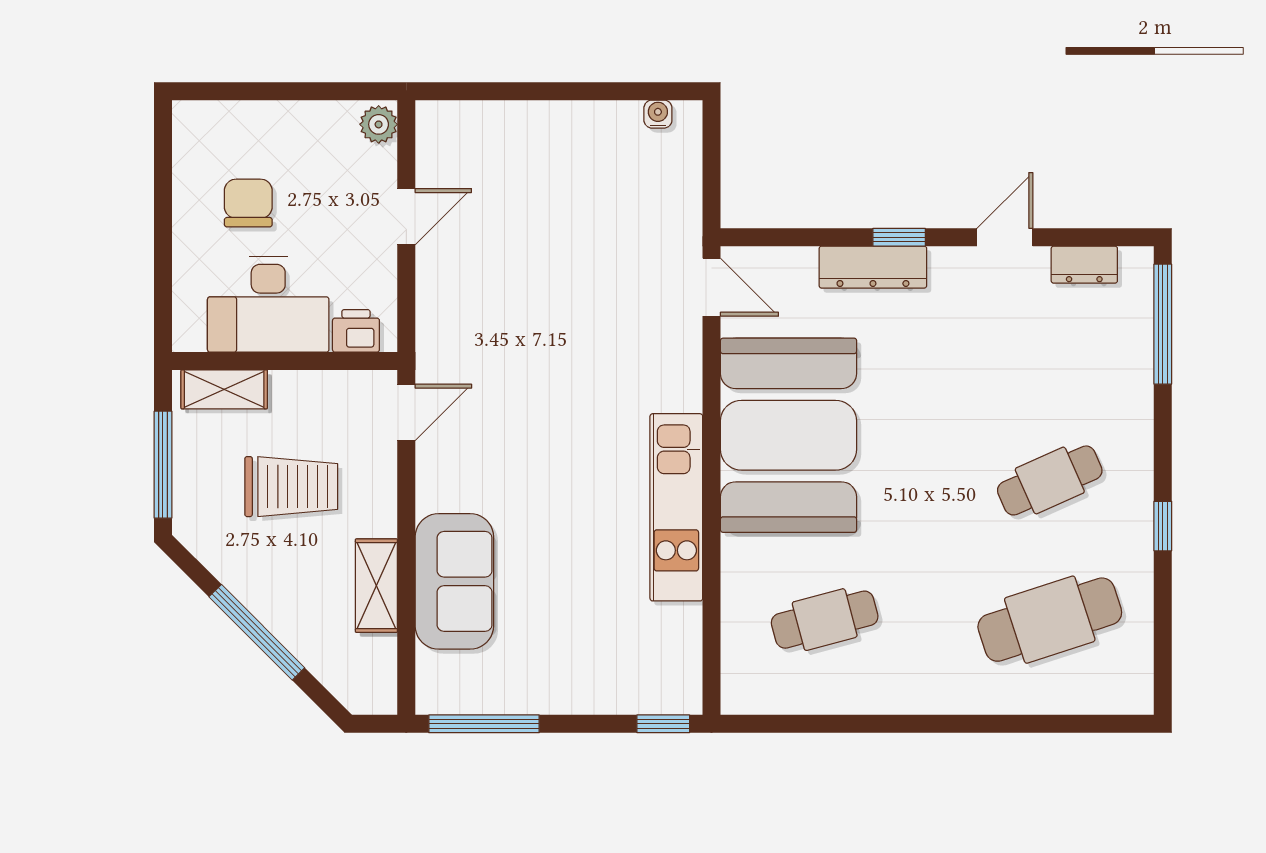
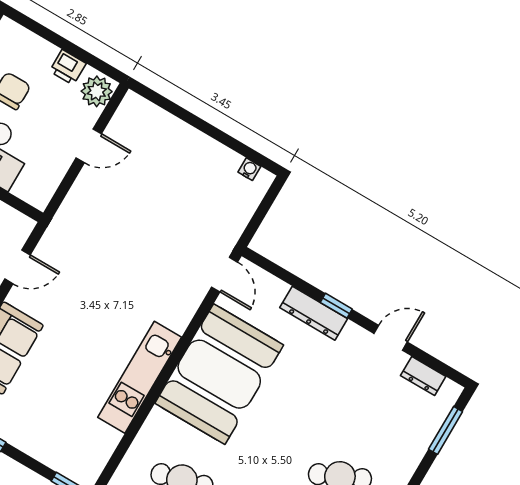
plant: (379, 124) -> (97, 91), width x1.38, depth x1.38
window: (1163, 324) -> (446, 430), width x0.69
printer: (356, 331) -> (68, 67), moved, turned 180
door: (406, 412) -> (17, 267), moved

